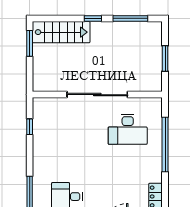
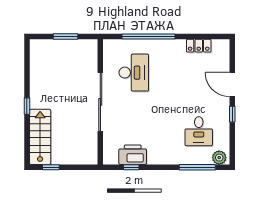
window: (130, 18) -> (27, 70), removed
window: (30, 43) -> (51, 167), width x0.67
printer: (43, 128) -> (133, 155), added

